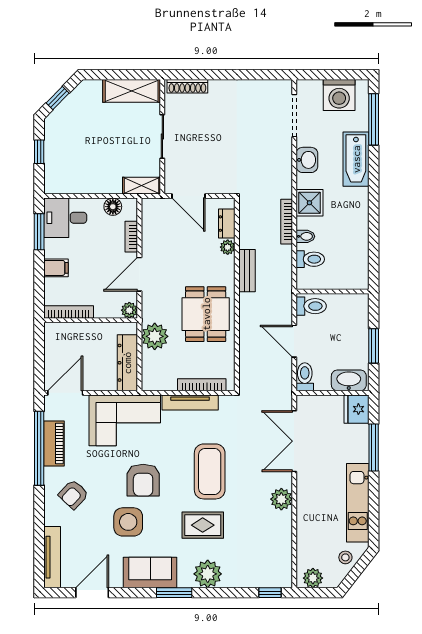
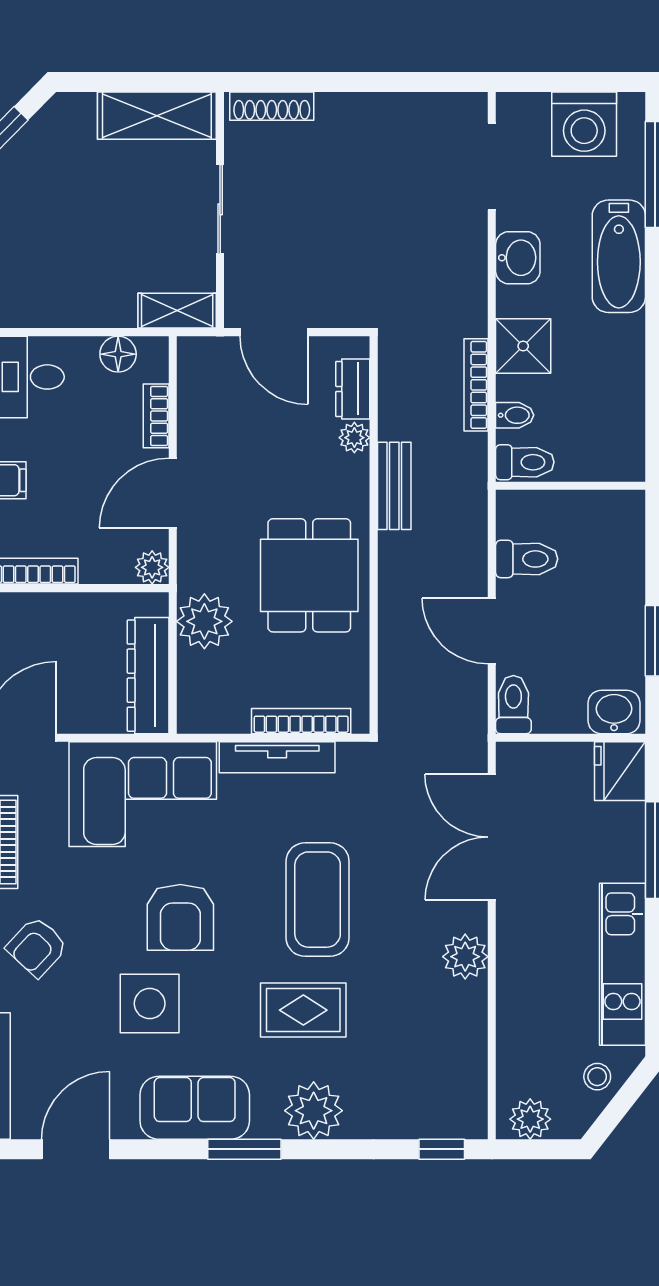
wall: (332, 292) -> (571, 486), moved
washbasin: (349, 380) -> (614, 712), width x0.72

